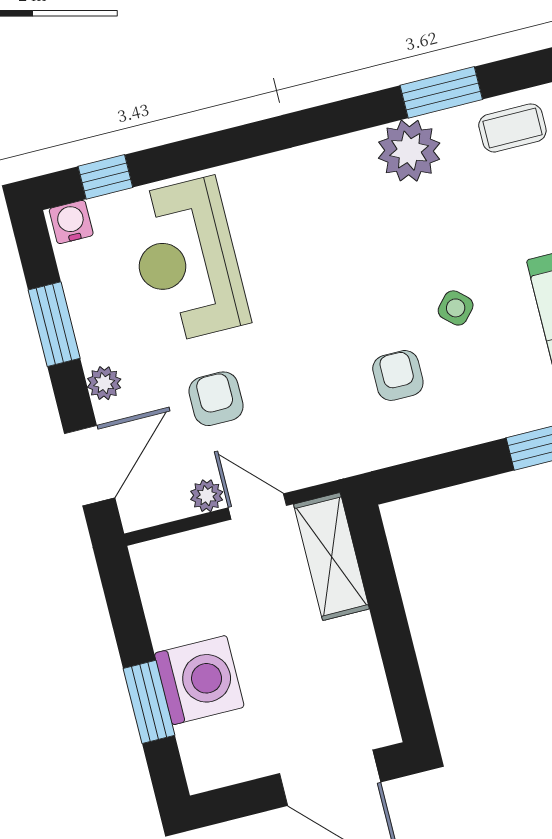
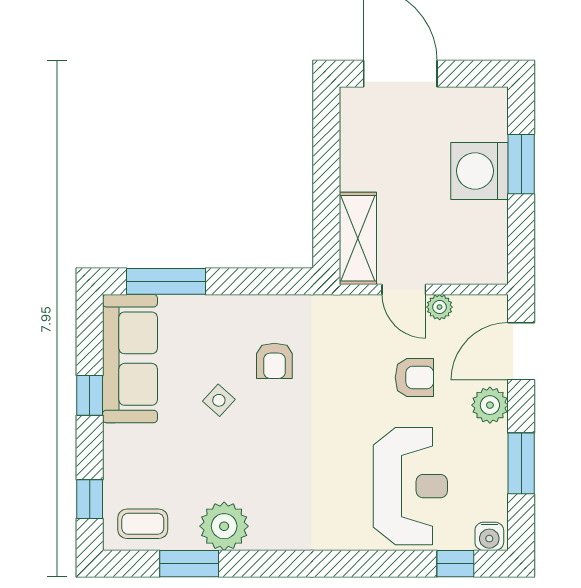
plant: (104, 383) -> (490, 405), width x1.38, depth x1.38
armchair: (216, 399) -> (414, 378), turned -90

